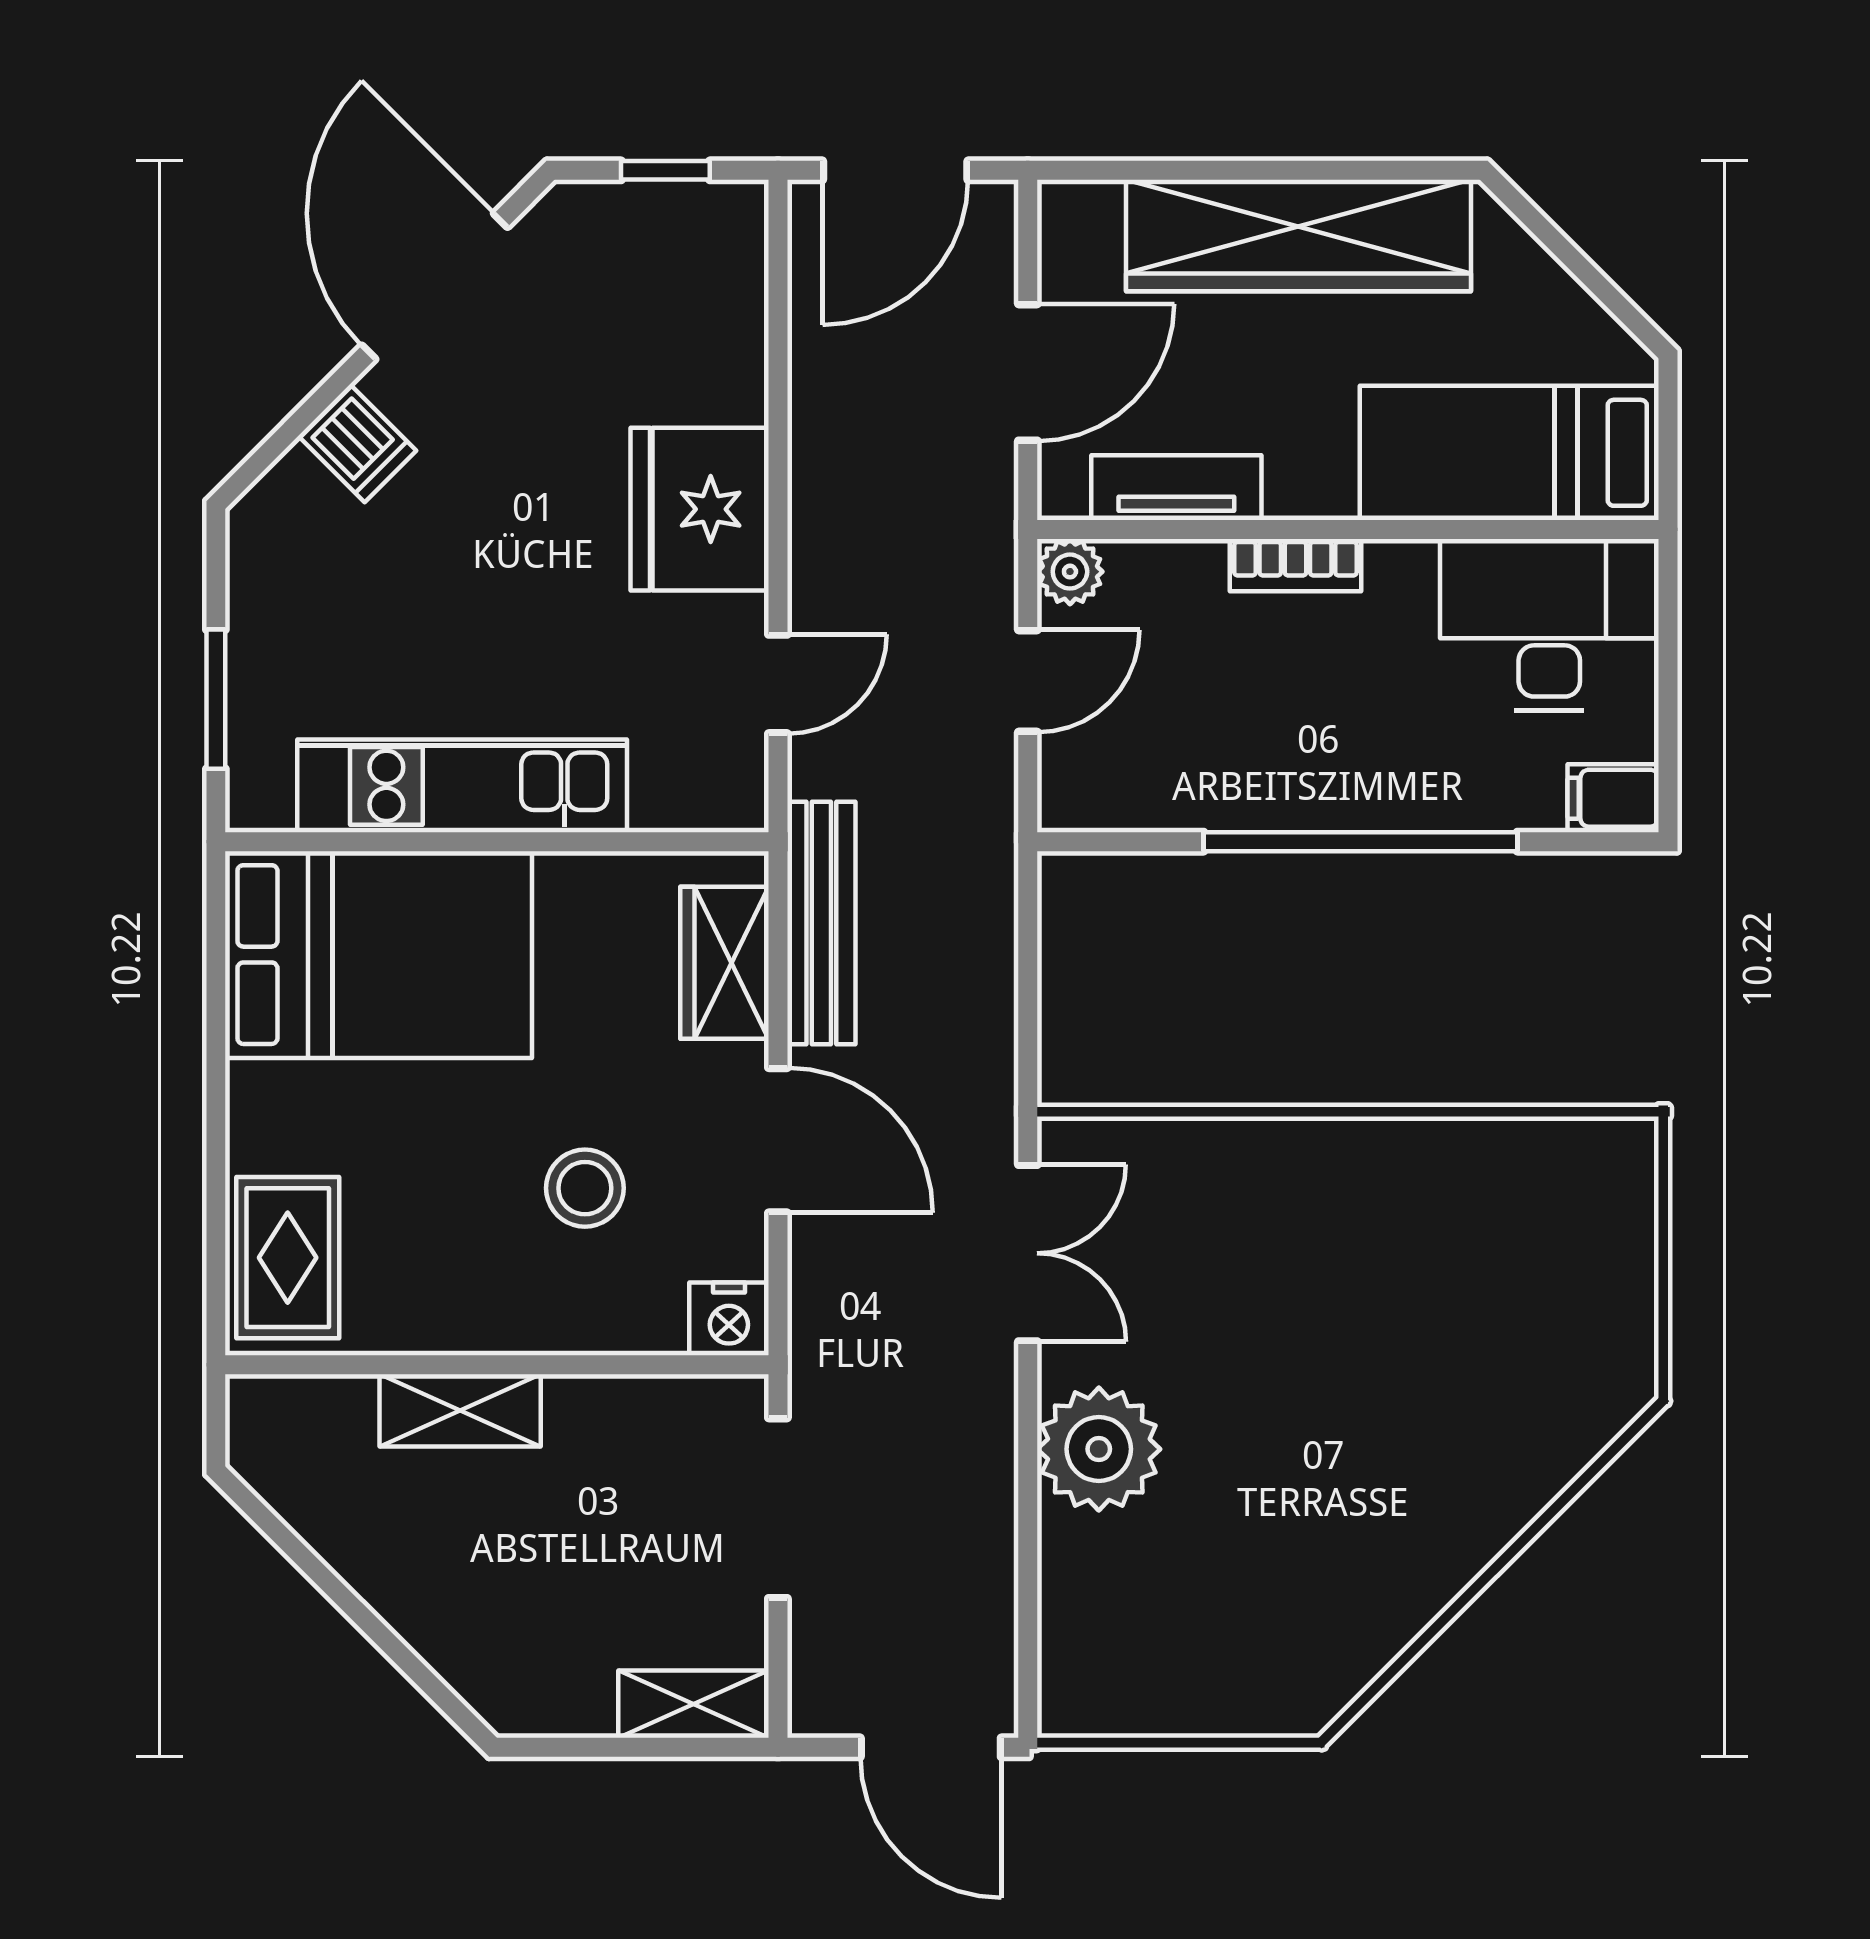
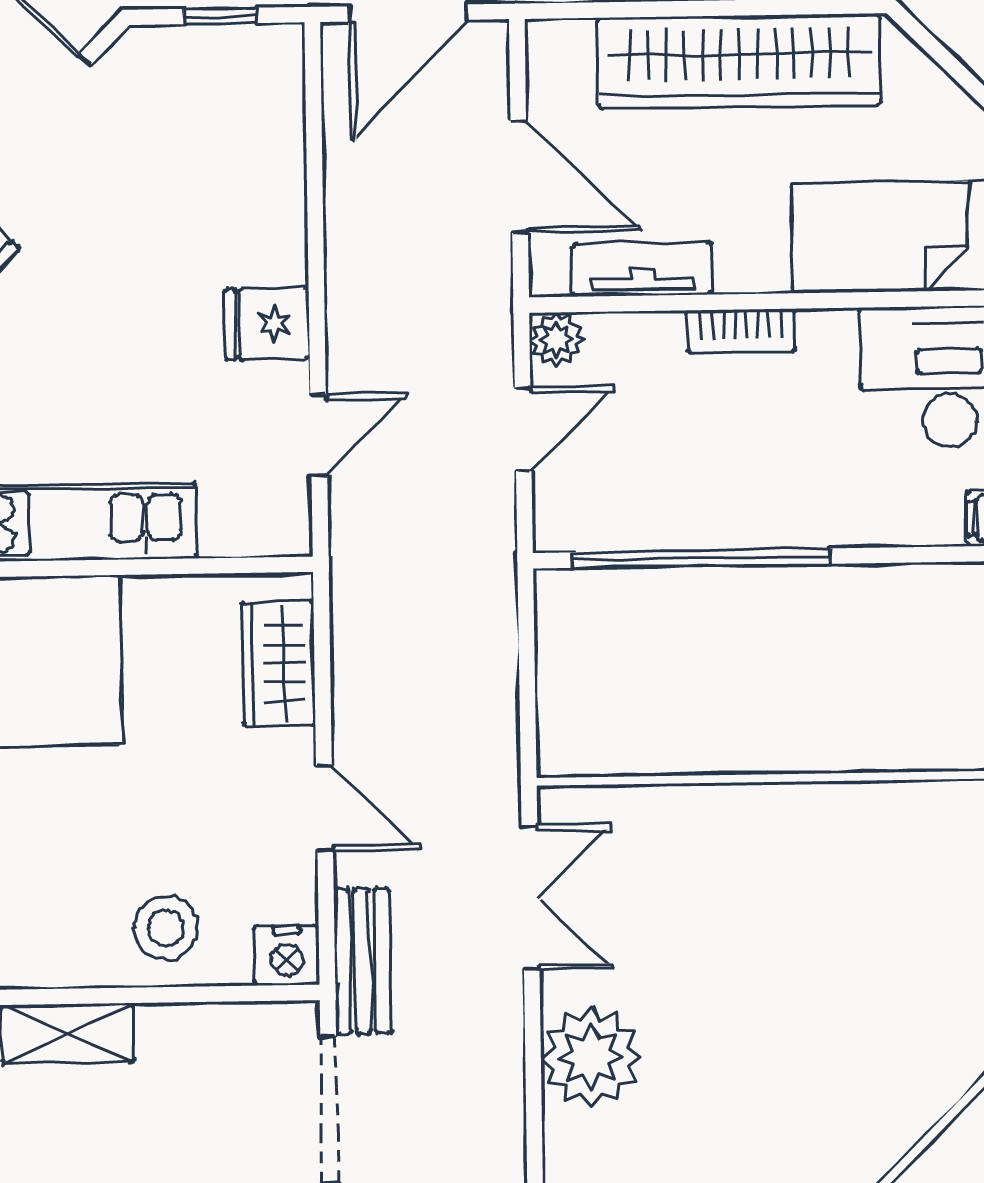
door: (1028, 372) -> (519, 177), hinge flipped
fridge: (700, 509) -> (267, 324), width x0.53, depth x0.75
window: (1361, 842) -> (701, 558), moved
bench: (821, 923) -> (362, 961), moved, width x0.73
door: (778, 1140) -> (325, 809), width x0.73
stool: (585, 1188) -> (166, 928), moved

